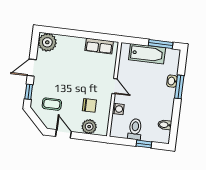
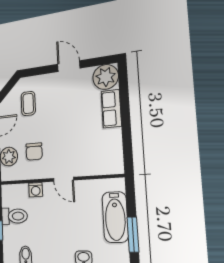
row of seats: (99, 46) -> (111, 109), moved
door: (114, 86) -> (64, 179), hinge flipped
window: (29, 92) -> (38, 71), removed

